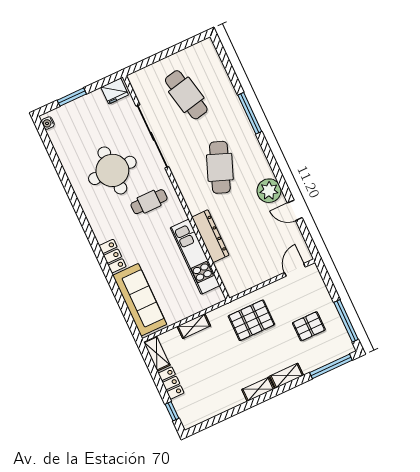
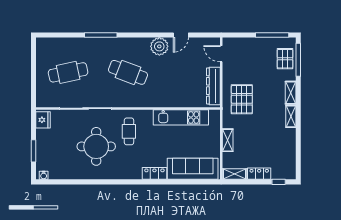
dresser: (210, 236) -> (213, 86), moved, turned -90
pallet: (309, 326) -> (285, 59), moved

